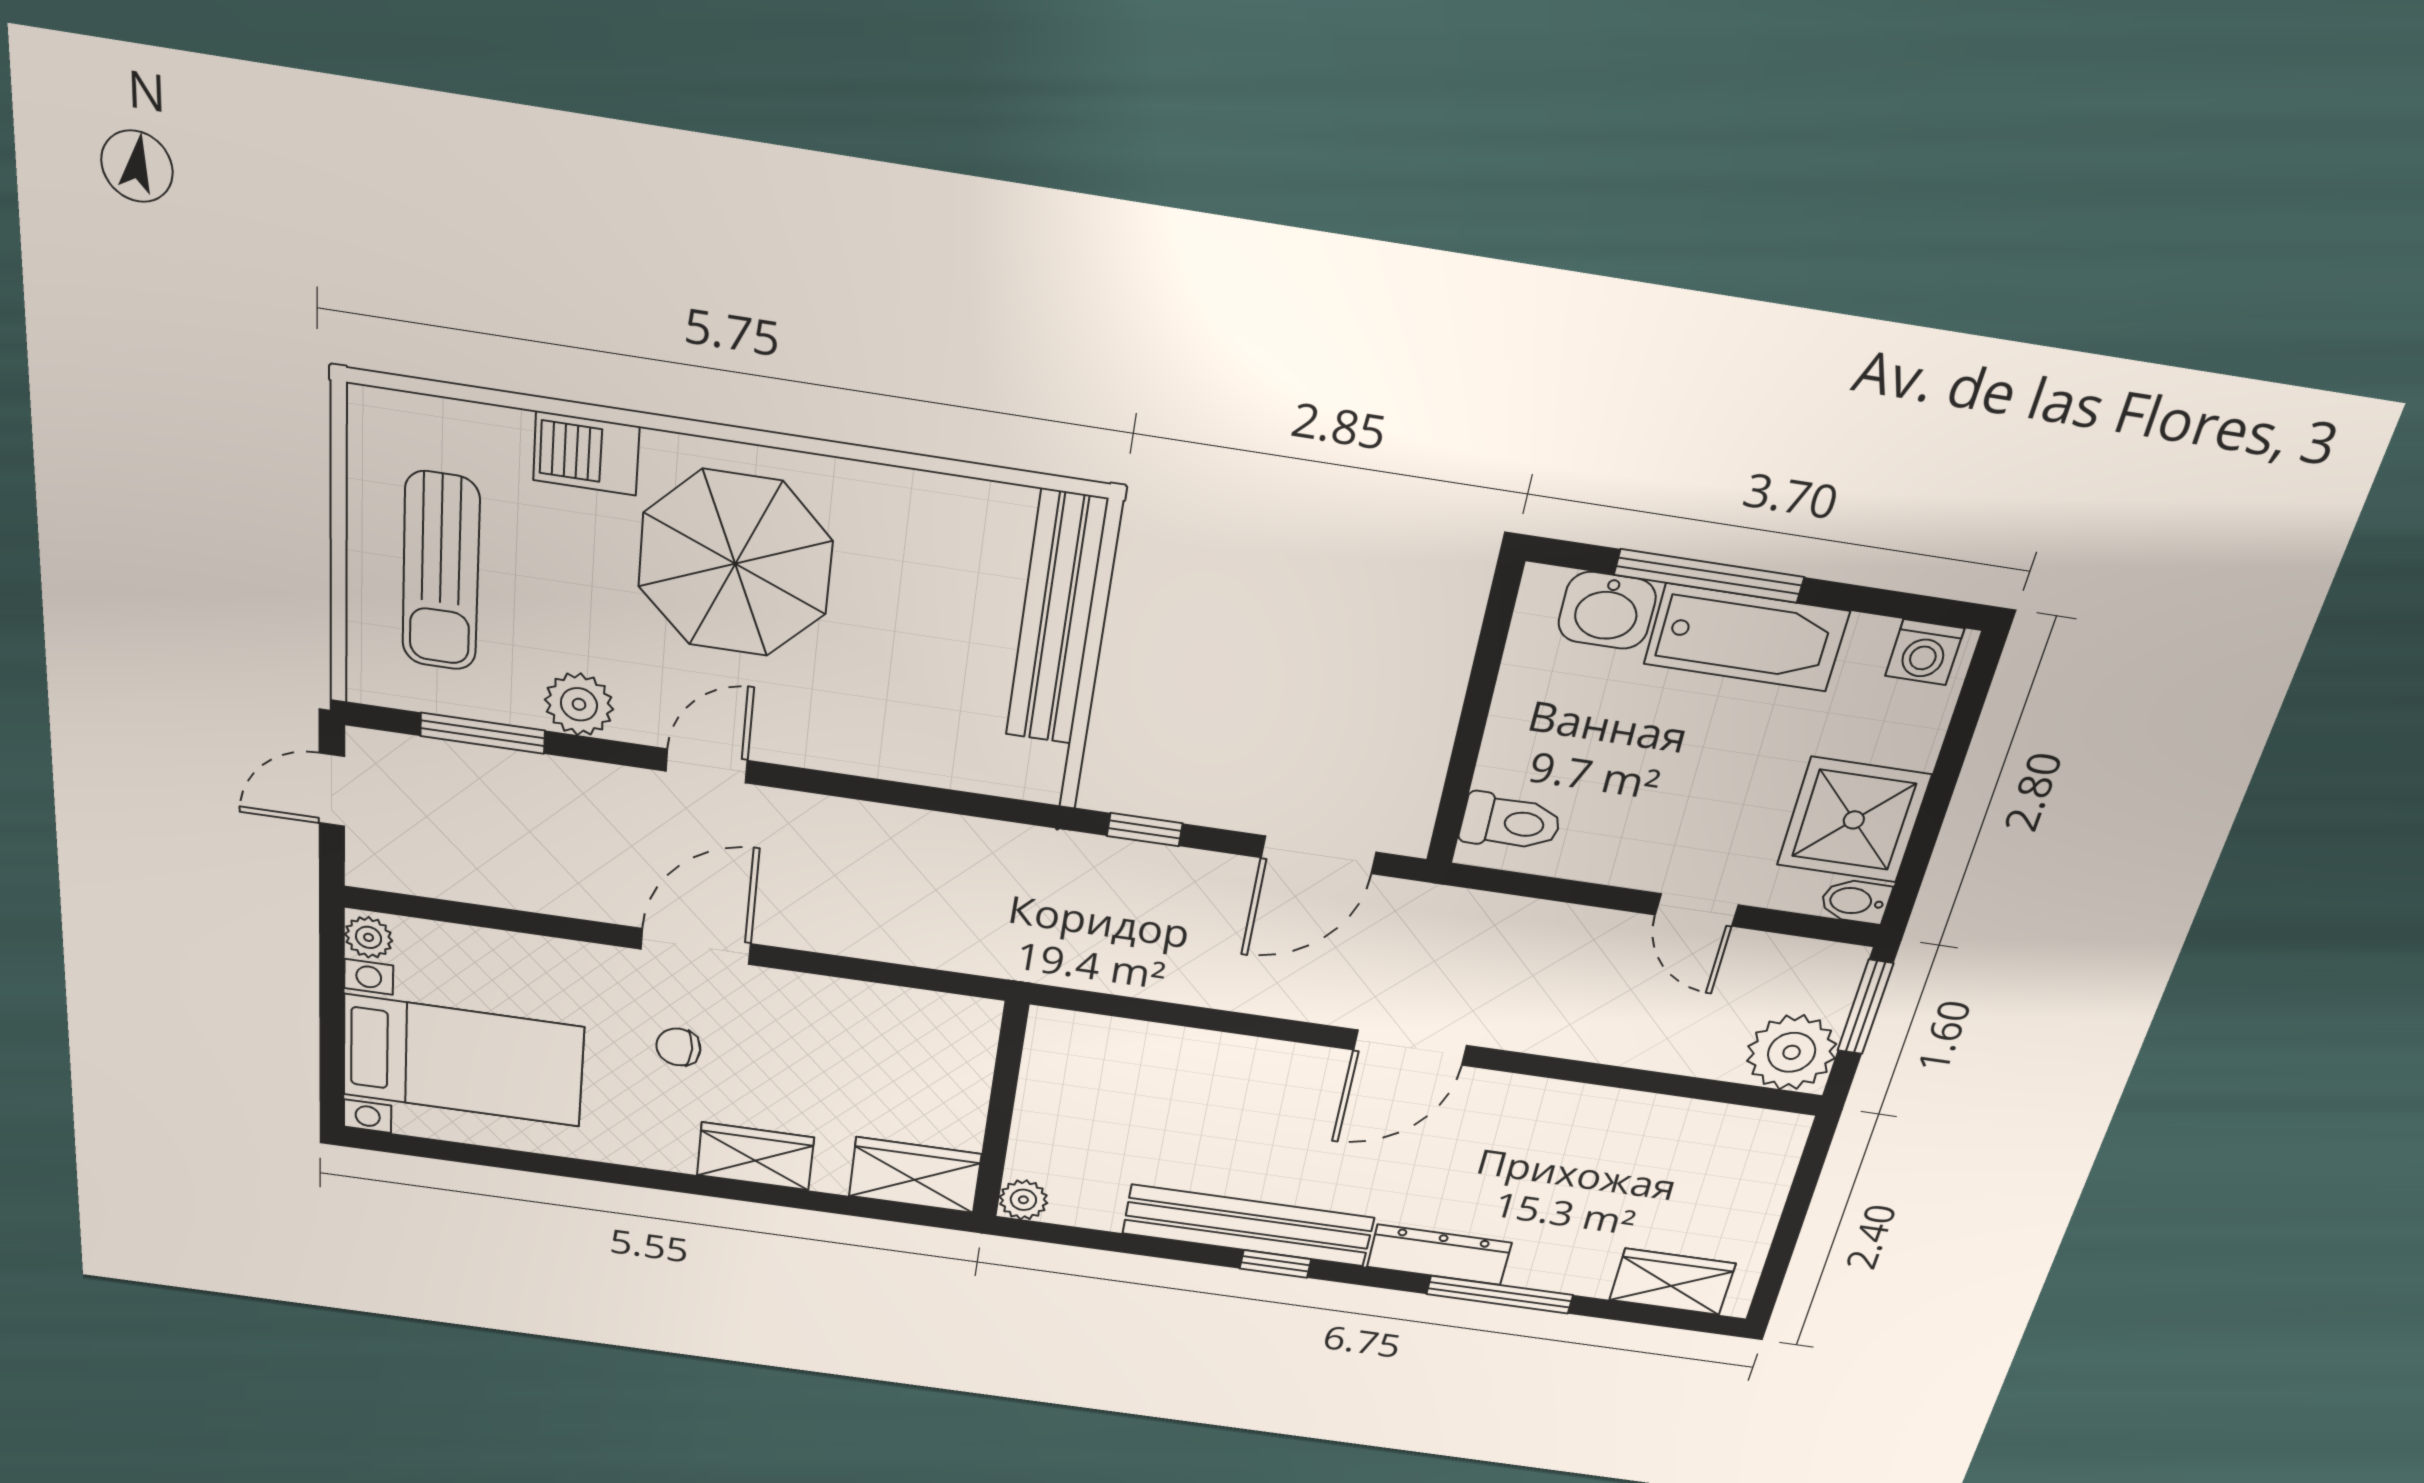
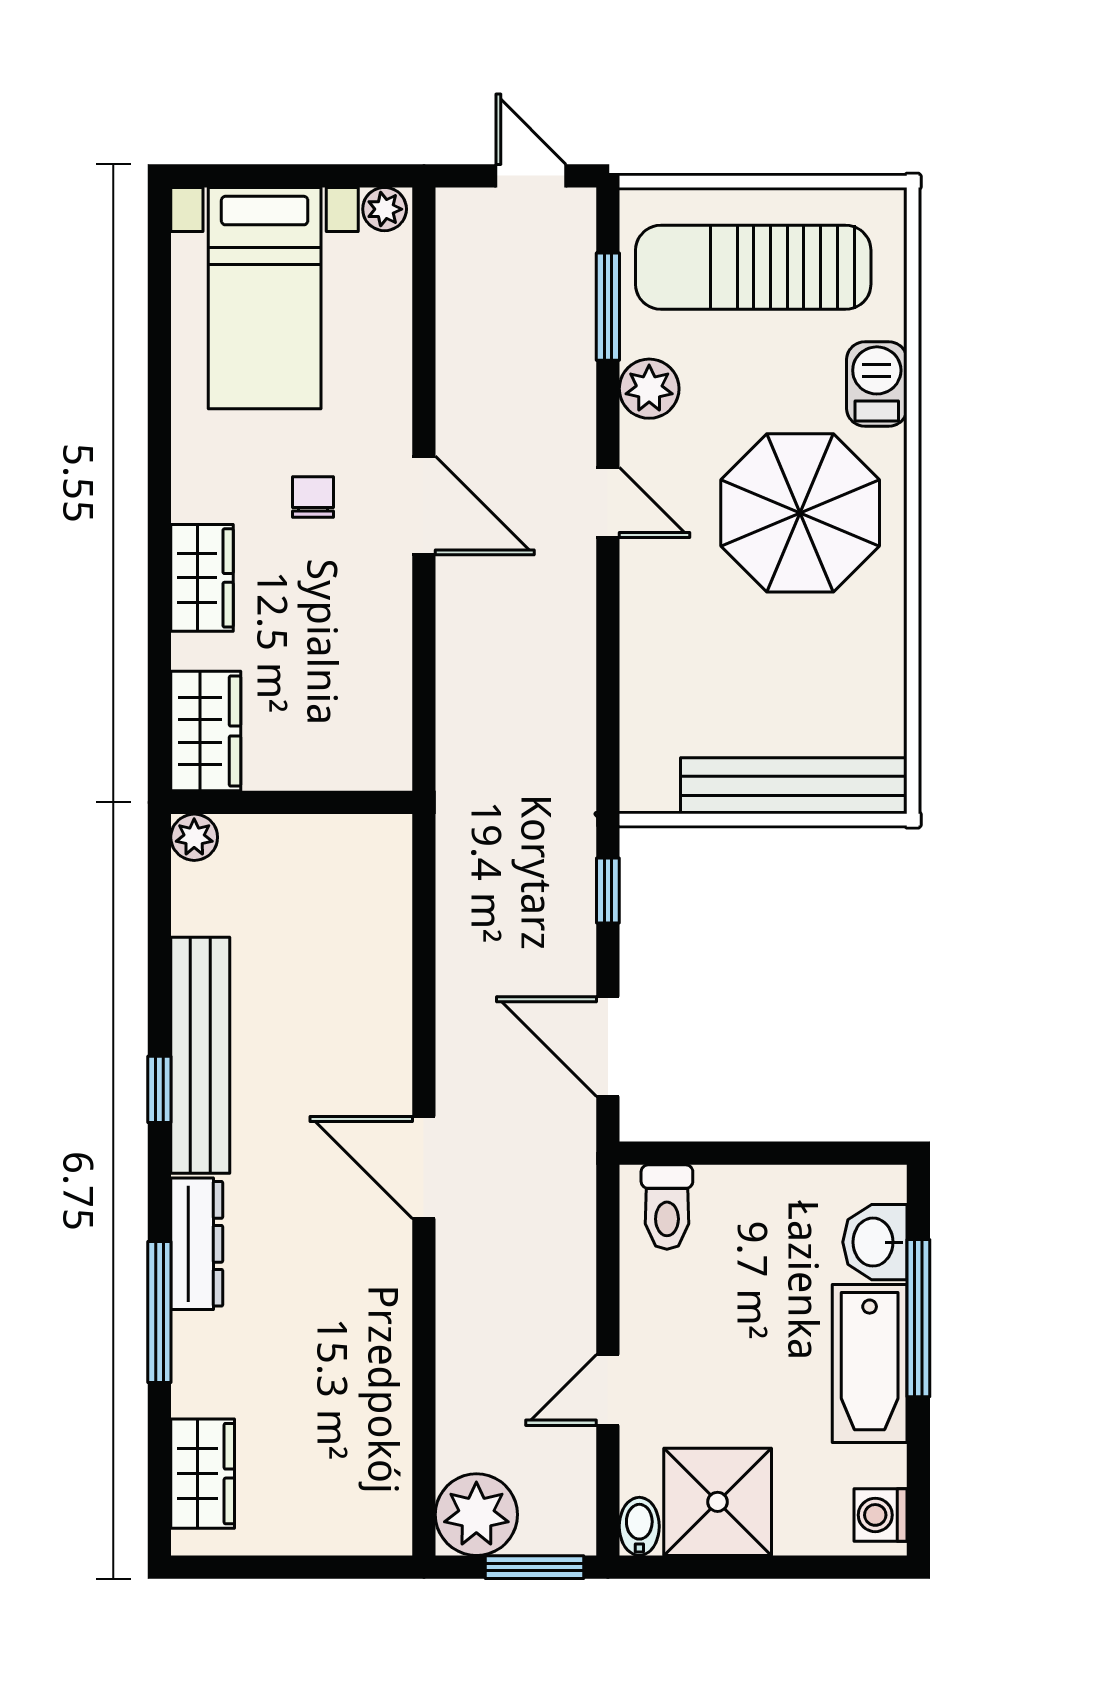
sun lounger: (441, 572) -> (753, 267), width x1.36, depth x1.34

